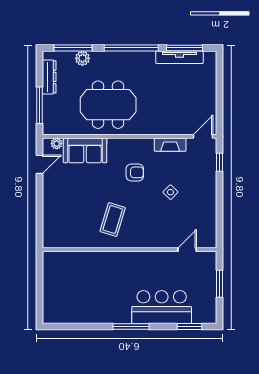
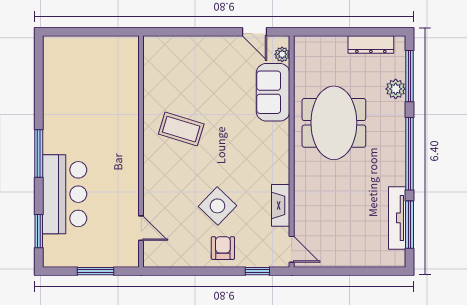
window: (40, 105) -> (333, 32), removed
armchair: (135, 172) -> (223, 248), moved, turned 180
side table: (170, 192) -> (217, 206), width x1.87, depth x1.87

